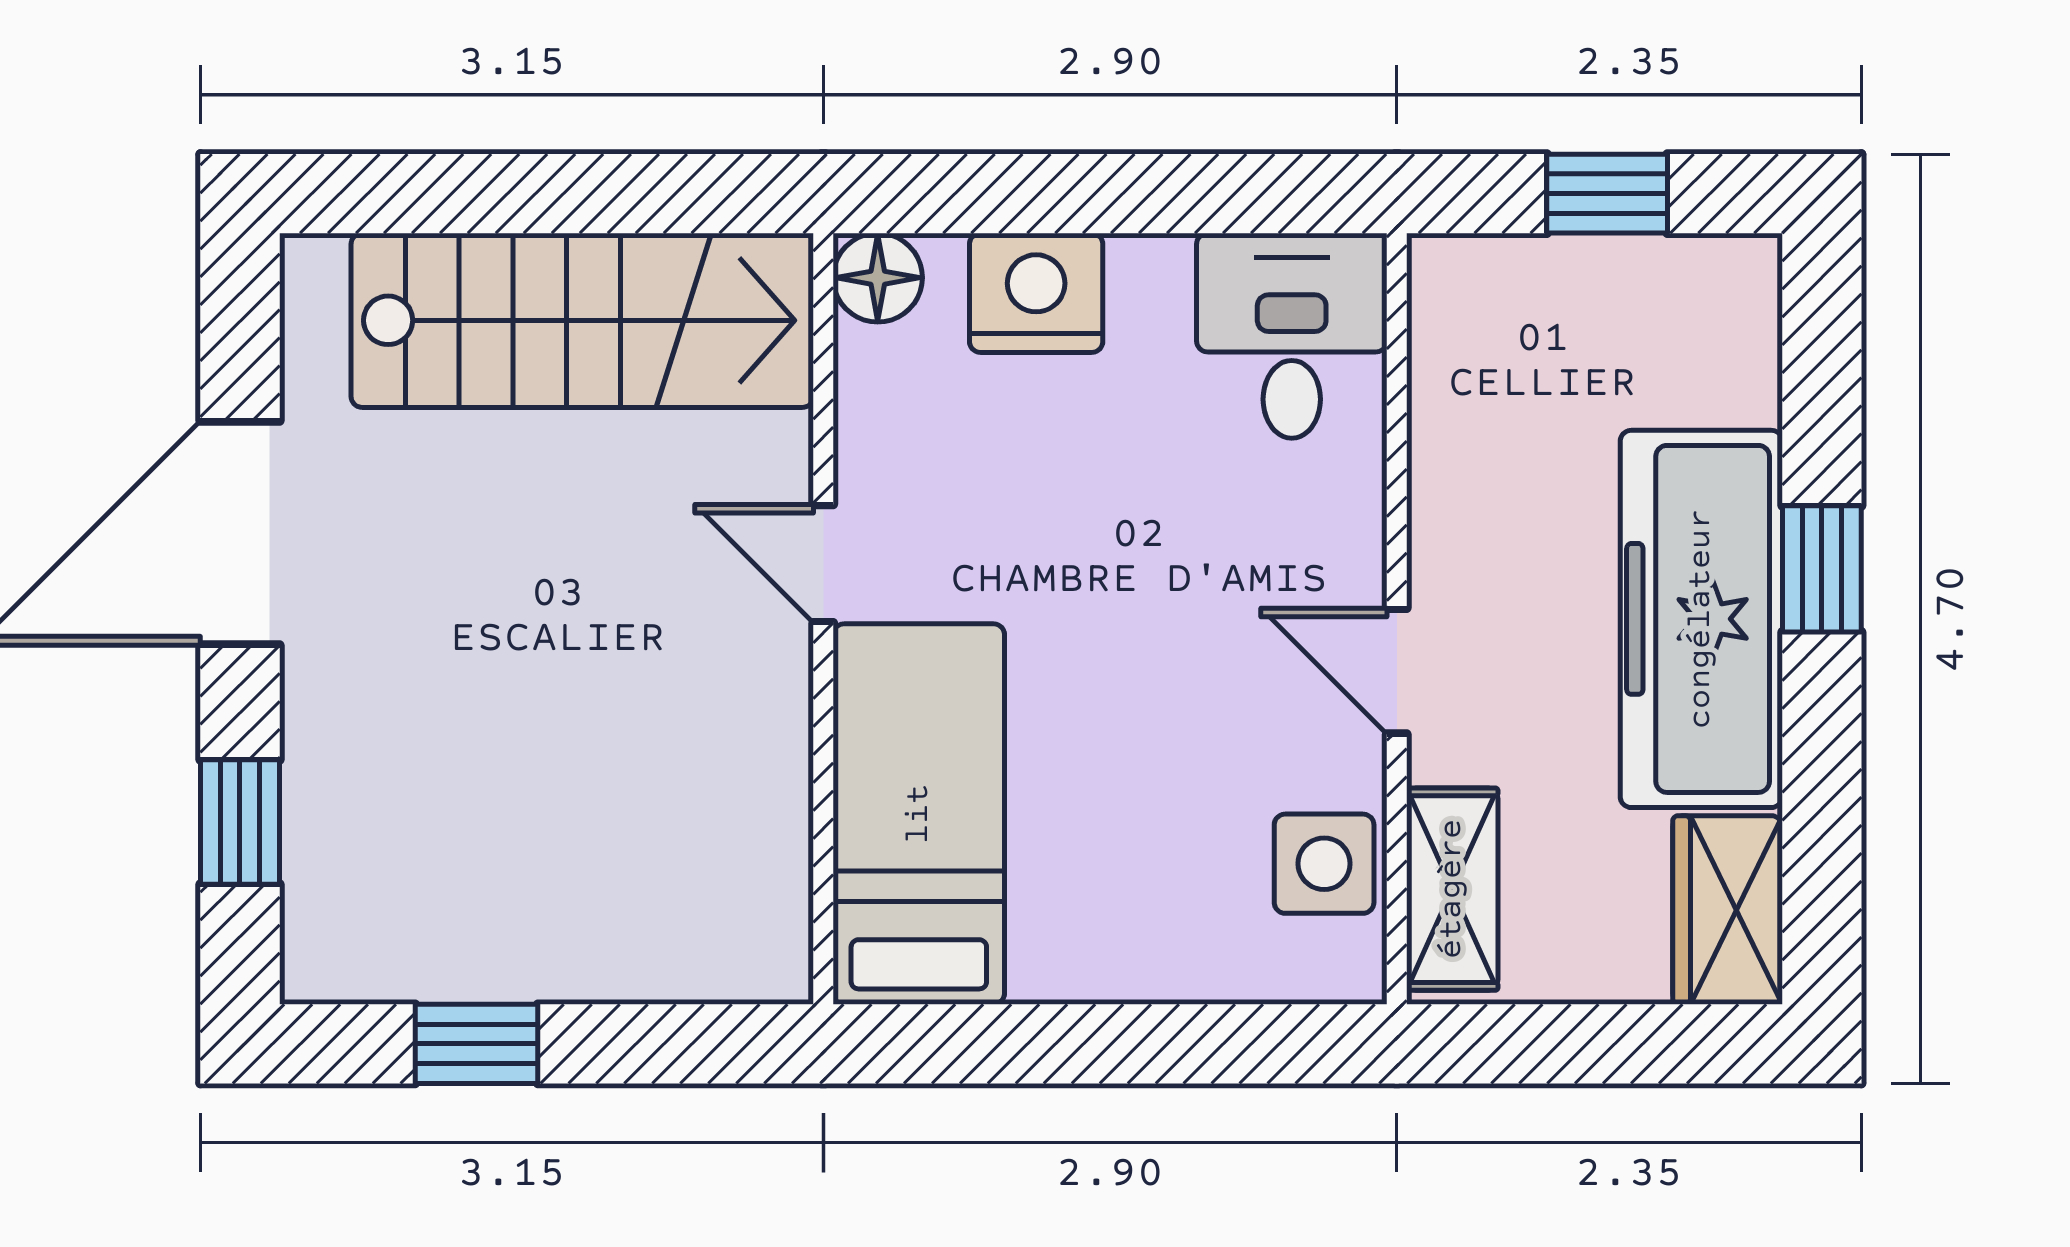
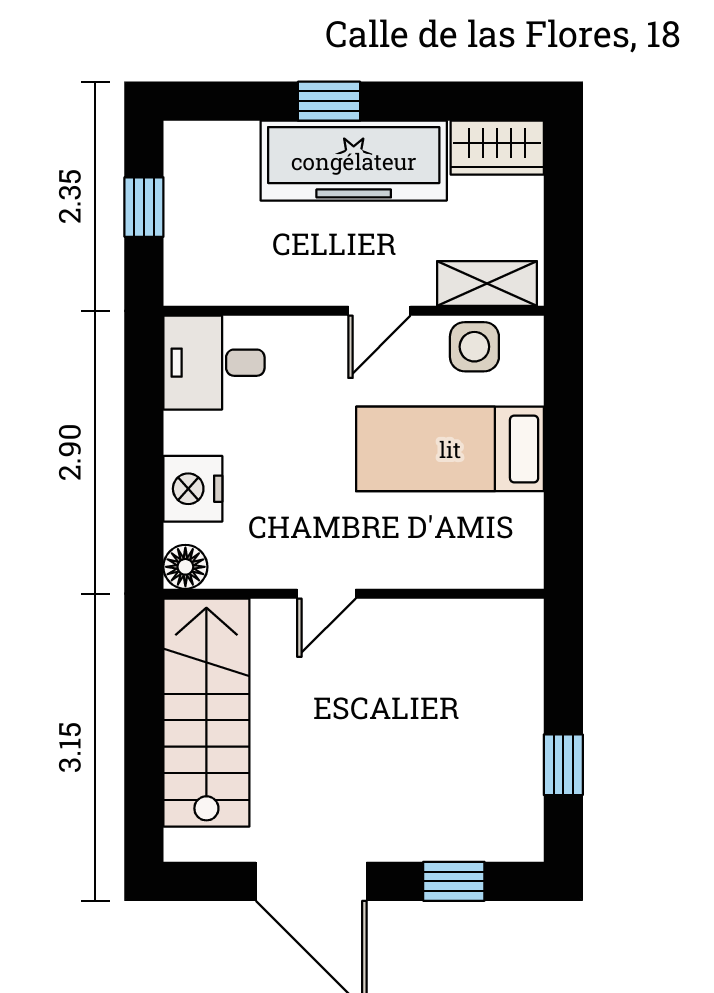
bed: (919, 814) -> (450, 449), moved

